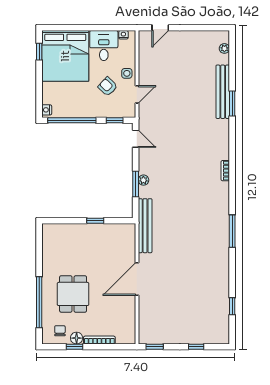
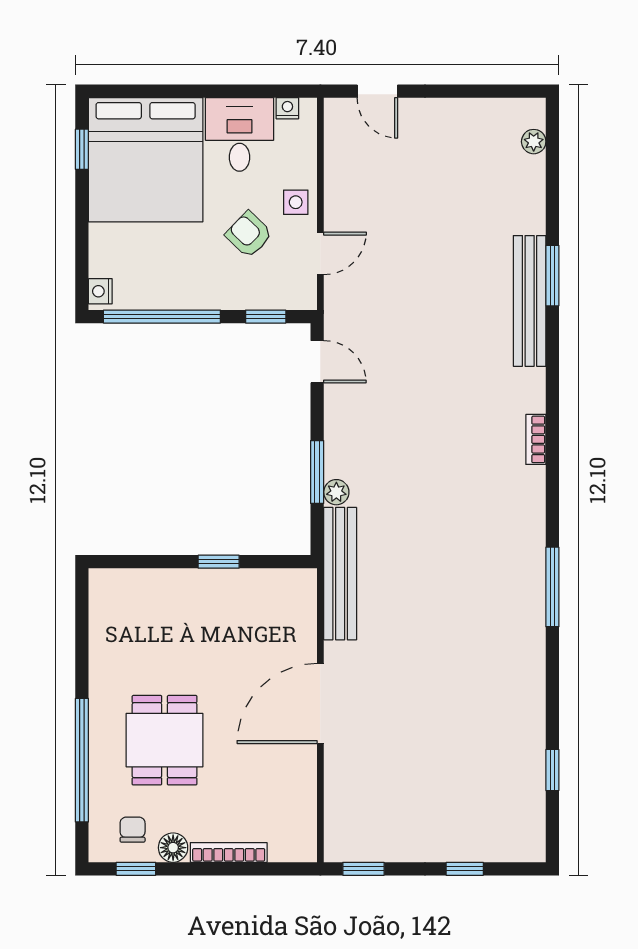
door: (160, 28) -> (377, 91), hinge flipped
bench: (223, 92) -> (530, 301), moved
plant: (143, 180) -> (336, 492), moved
window: (75, 347) -> (136, 869), moved

